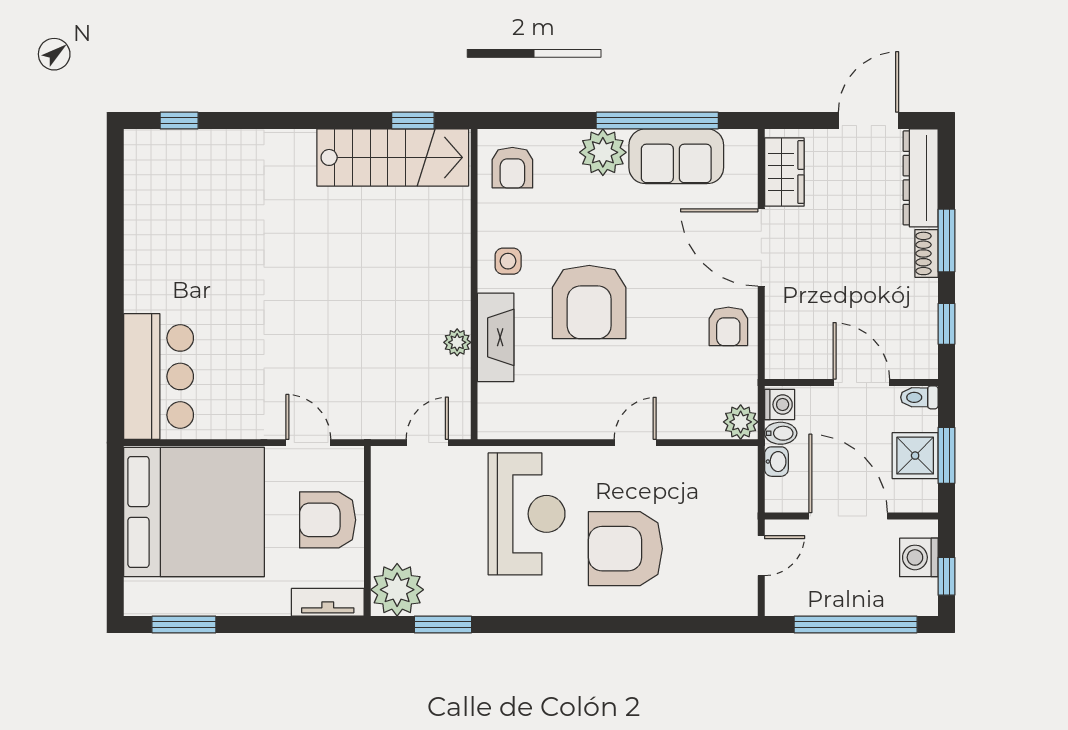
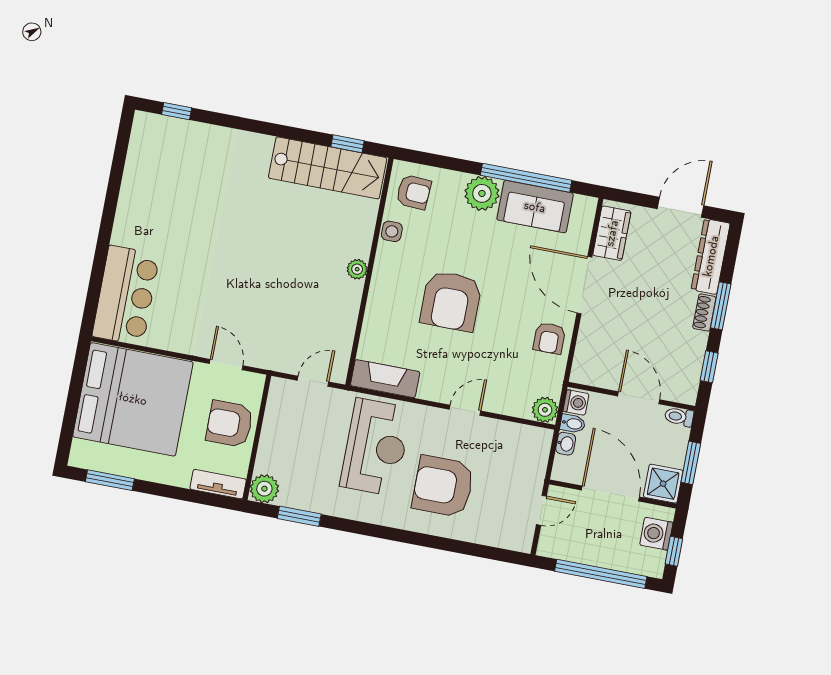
armchair: (512, 168) -> (414, 192), turned -87
side table: (508, 261) -> (392, 231), moved
fireplace: (496, 337) -> (385, 379), moved, turned -90
plant: (457, 342) -> (357, 269), moved
shower: (915, 456) -> (663, 484), moved
plant: (397, 590) -> (264, 489), width x0.73, depth x0.73

